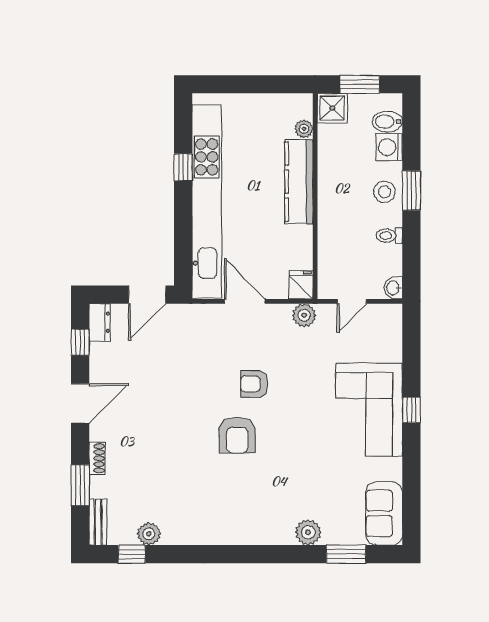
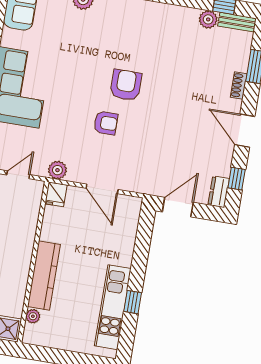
kitchen unit: (207, 201) -> (113, 307), width x0.54
door: (80, 403) -> (245, 131), hinge flipped
bench: (98, 522) -> (237, 22), moved, turned 90

